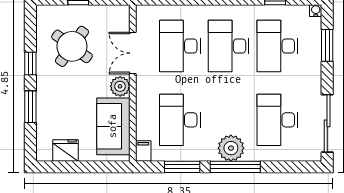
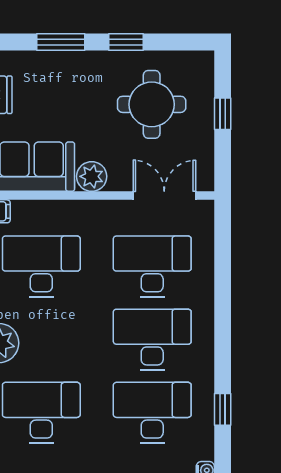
round table: (72, 46) -> (152, 104), turned -36
double door: (133, 53) -> (164, 196), moved

